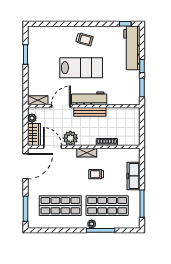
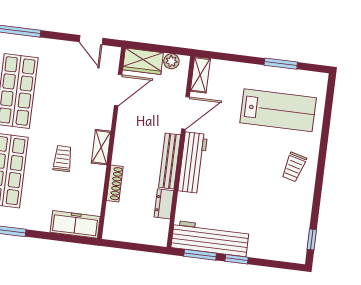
workbench: (132, 48) -> (210, 239), moved
lab bench: (81, 68) -> (278, 110), moved, turned -90
door: (61, 106) -> (186, 113), hinge flipped
dresser: (115, 112) -> (164, 204), added
plant: (70, 138) -> (129, 122), removed
door: (25, 166) -> (91, 40), width x0.53
freezer: (133, 176) -> (75, 224), moved

